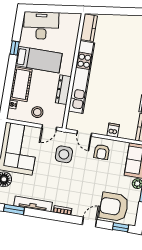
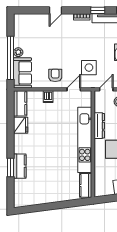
door: (84, 133) -> (74, 89), hinge flipped
armchair: (114, 207) -> (36, 28), removed
window: (121, 227) -> (98, 10), moved

